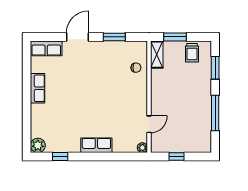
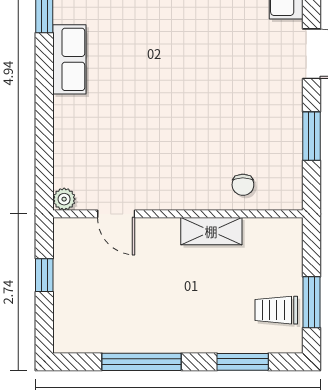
window: (175, 37) -> (312, 302), moved
shelving: (157, 55) -> (211, 231), moved
row of seats: (96, 145) -> (69, 59), moved

